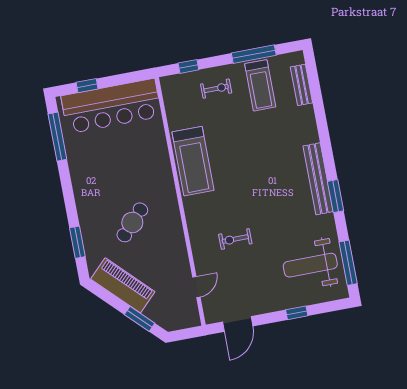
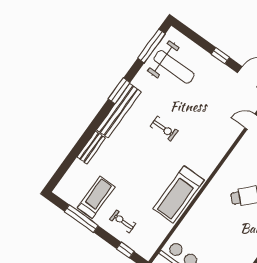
bench: (301, 85) -> (91, 148), moved
treadmill: (193, 161) -> (179, 194), turned 180
exercise bike: (235, 239) -> (164, 128), moved
window: (297, 313) -> (220, 56), moved

